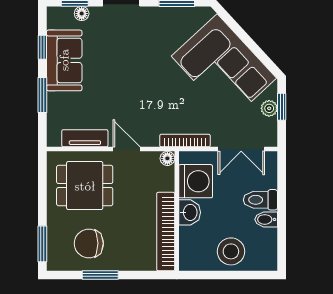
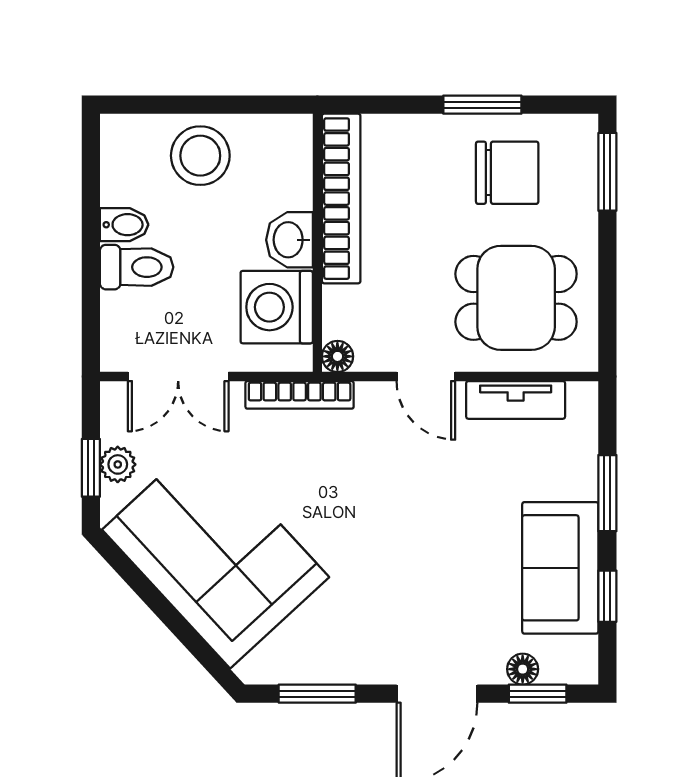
double door: (241, 149) -> (178, 377), swing flipped

